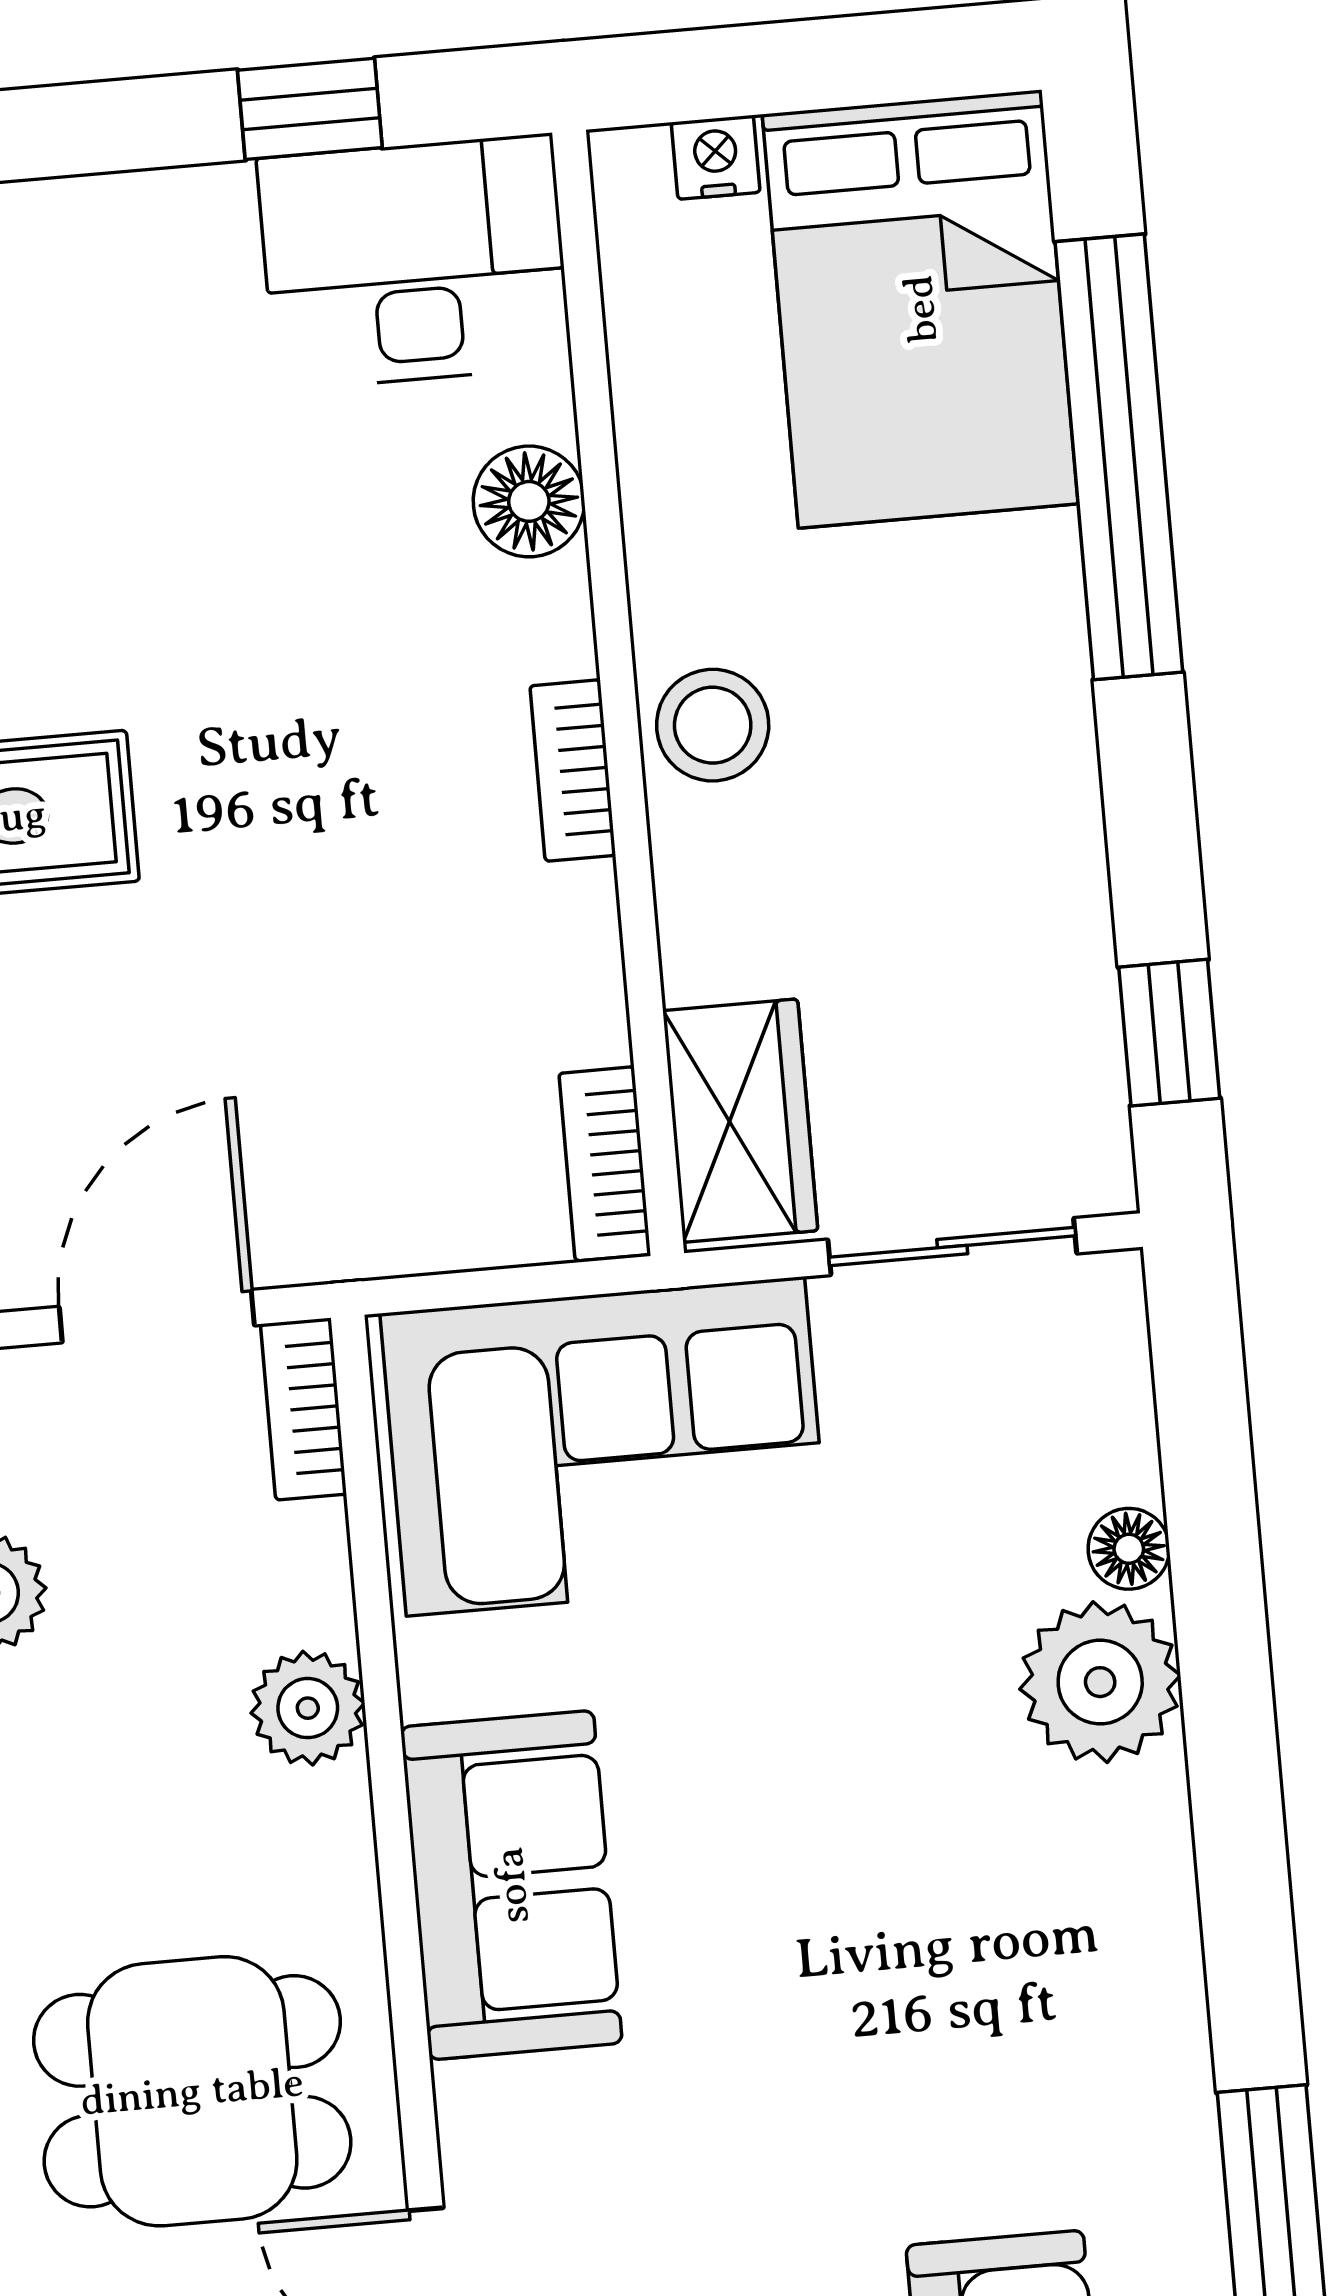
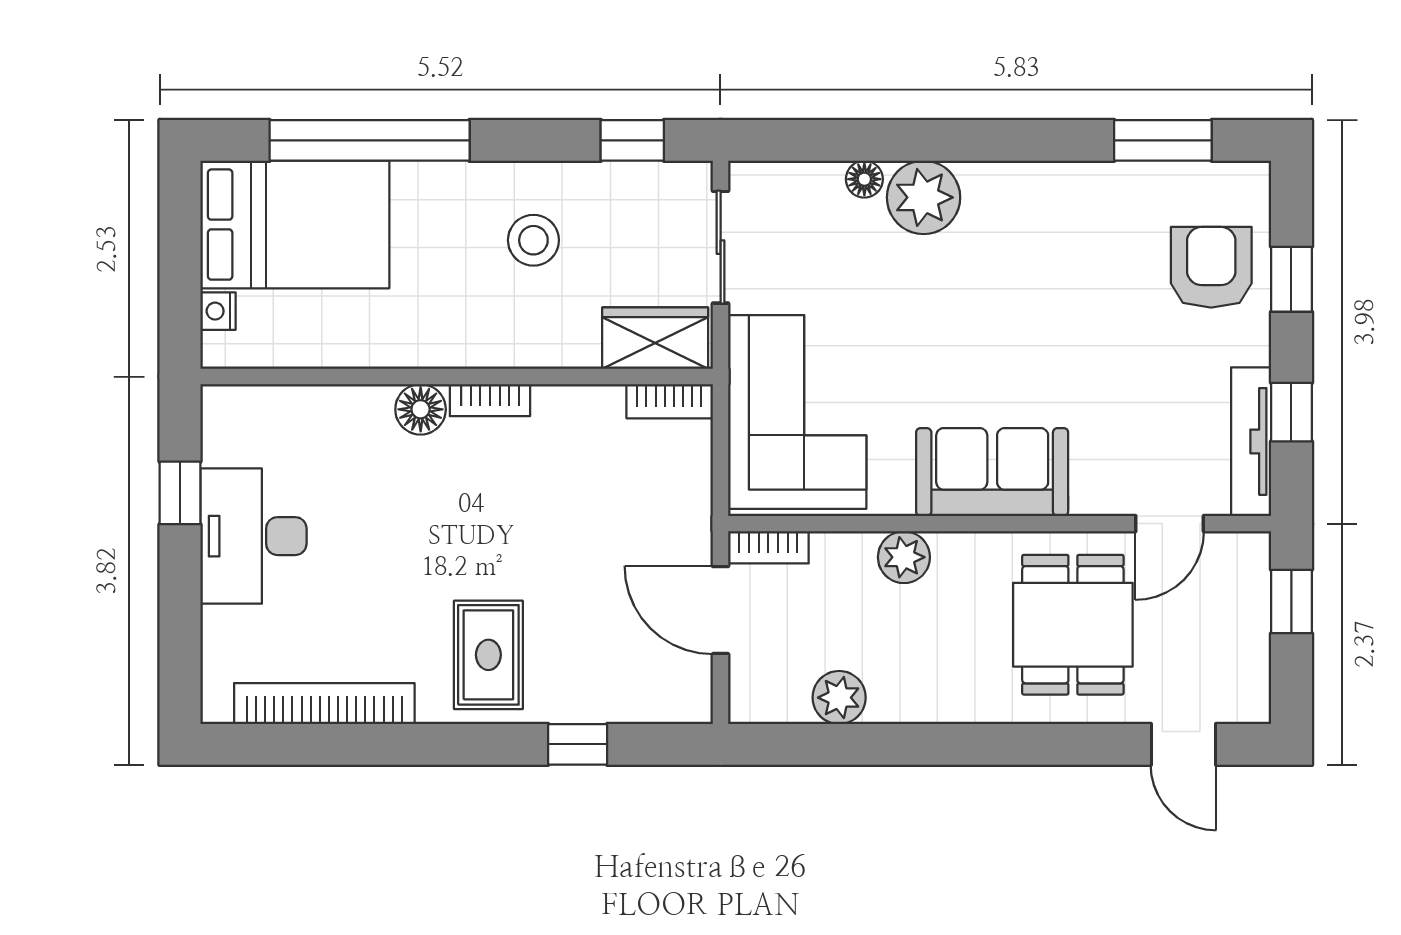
desk: (414, 262) -> (253, 536), moved
floor lamp: (529, 501) -> (421, 409), moved
stool: (713, 725) -> (533, 240), moved

